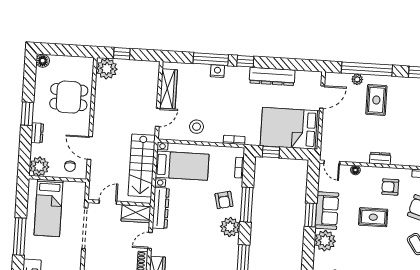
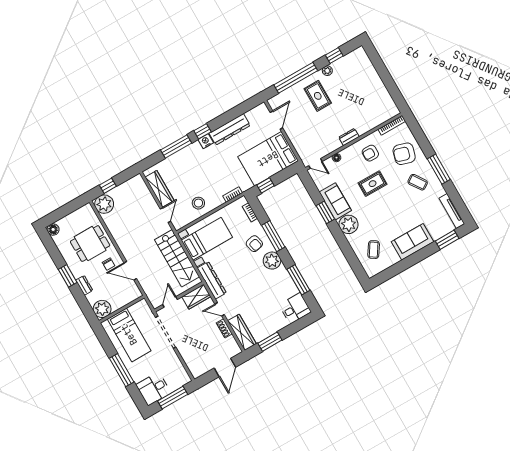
nightstand: (217, 71) -> (206, 141), moved
plant: (357, 79) -> (327, 71), moved
chair: (70, 166) -> (109, 264), moved
door: (150, 240) -> (220, 309), hinge flipped

